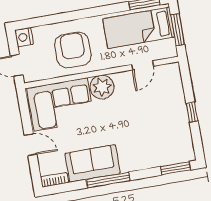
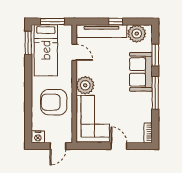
tv unit: (176, 96) -> (101, 31), added
plant: (181, 142) -> (137, 34), added
door: (31, 145) -> (119, 146), hinge flipped
sofa: (93, 163) -> (141, 72), moved
window: (175, 168) -> (155, 55), moved

